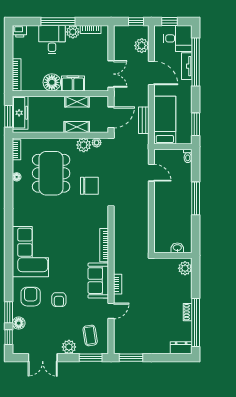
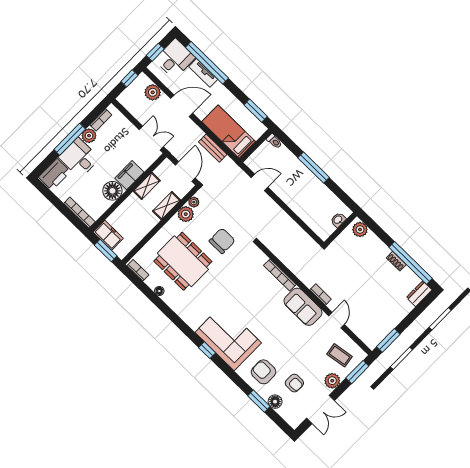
printer: (20, 31) -> (55, 174), width x1.87, depth x1.48
freezer: (20, 113) -> (108, 235), width x0.71
armchair: (59, 300) -> (294, 383), moved
window: (9, 337) -> (207, 350), moved

